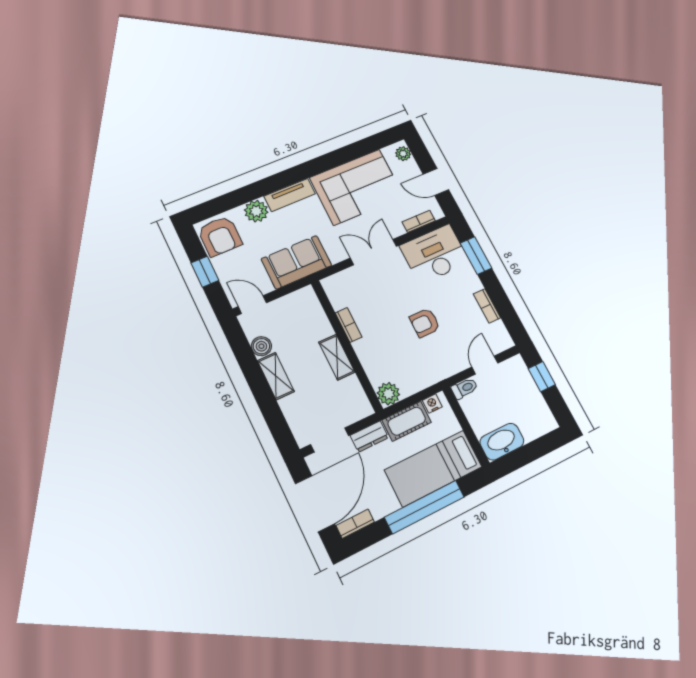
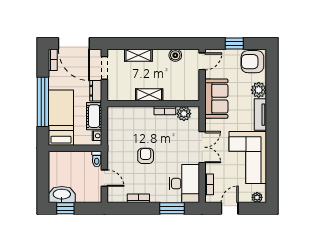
shelving: (276, 376) -> (138, 55), moved
window: (542, 377) -> (65, 208), moved
plant: (388, 394) -> (184, 114), moved
washbasin: (502, 442) -> (62, 195), moved, turned -90

